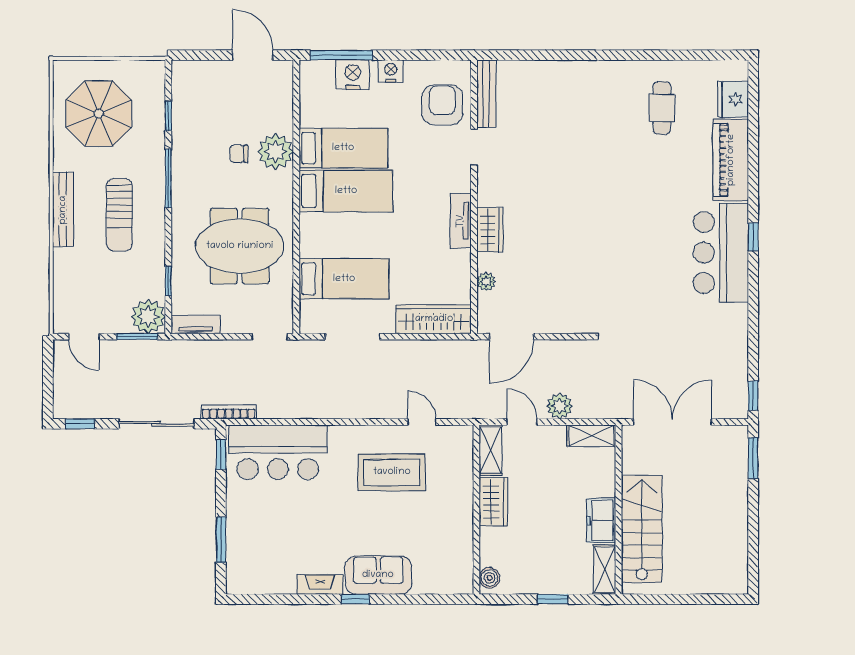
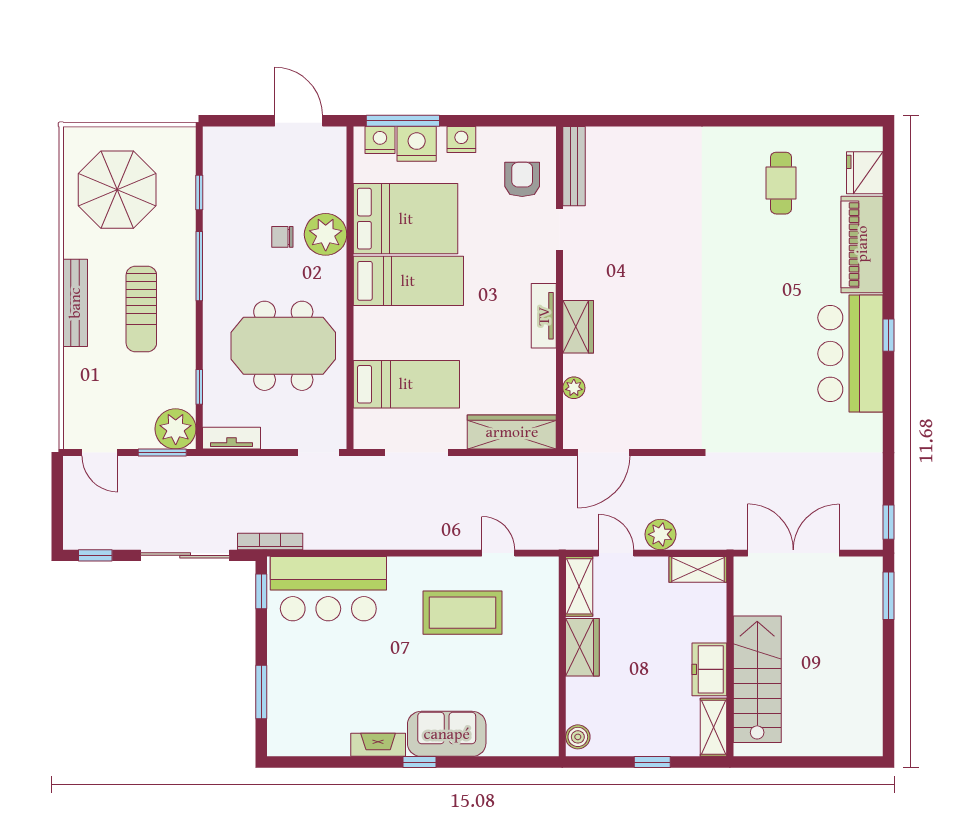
nightstand: (322, 71) -> (380, 140), added
armchair: (442, 105) -> (522, 179), width x0.72, depth x0.72
bed: (343, 148) -> (406, 219), width x1.50

